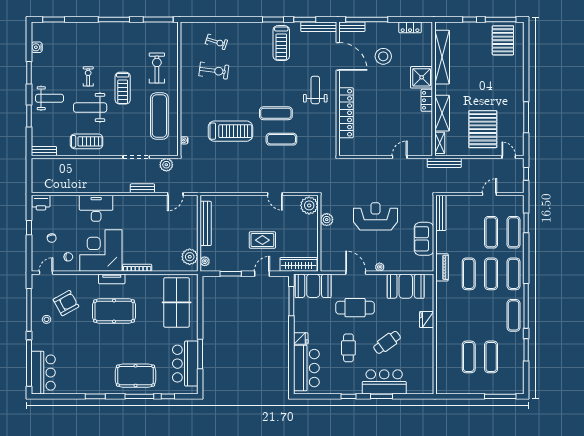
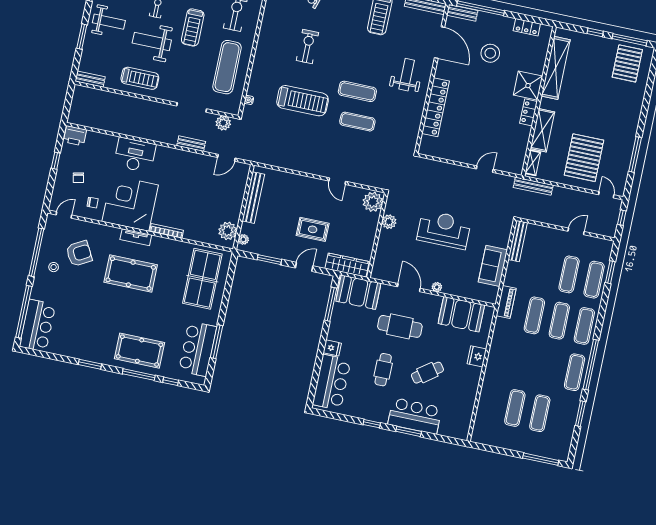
exercise bike: (214, 71) -> (307, 46), moved, turned -97

